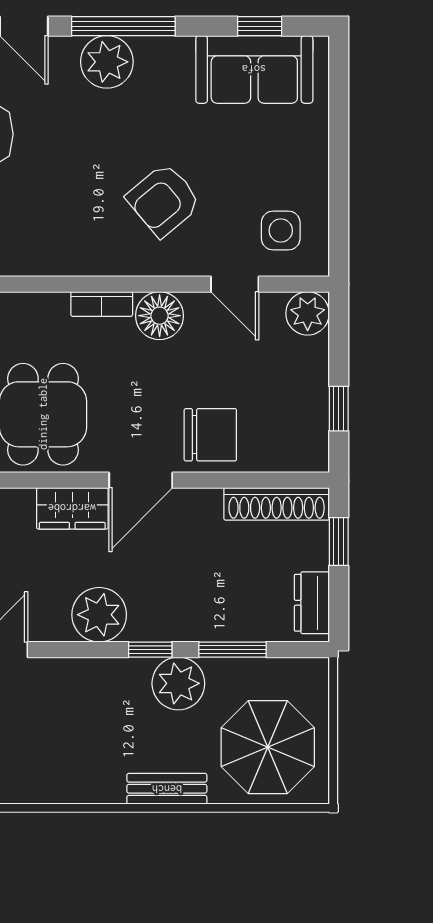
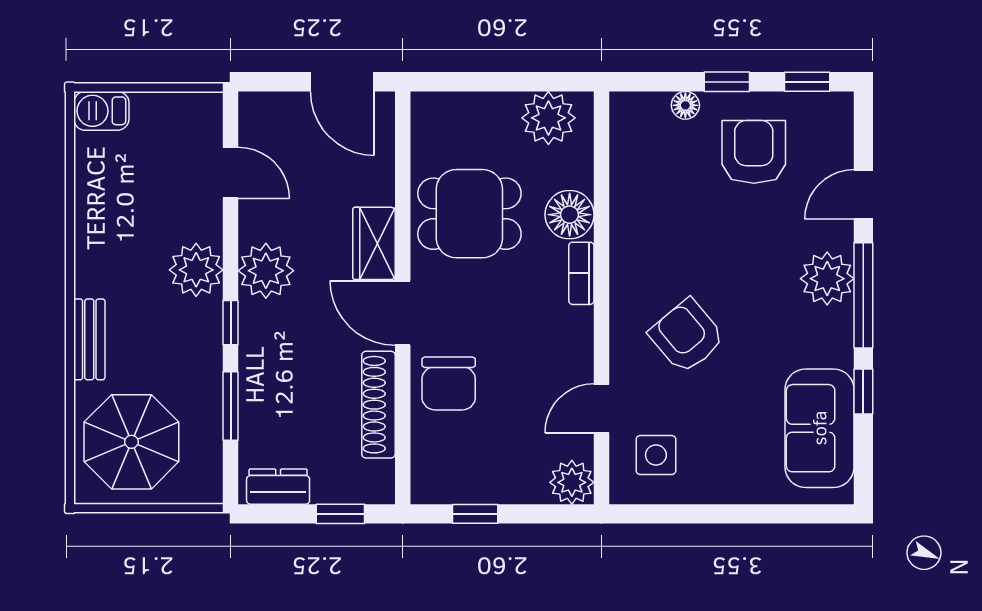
window: (260, 26) -> (863, 392), moved
floor lamp: (160, 316) -> (570, 215), moved
shoe rack: (277, 504) -> (378, 405), moved
plant: (178, 683) -> (196, 270), moved

